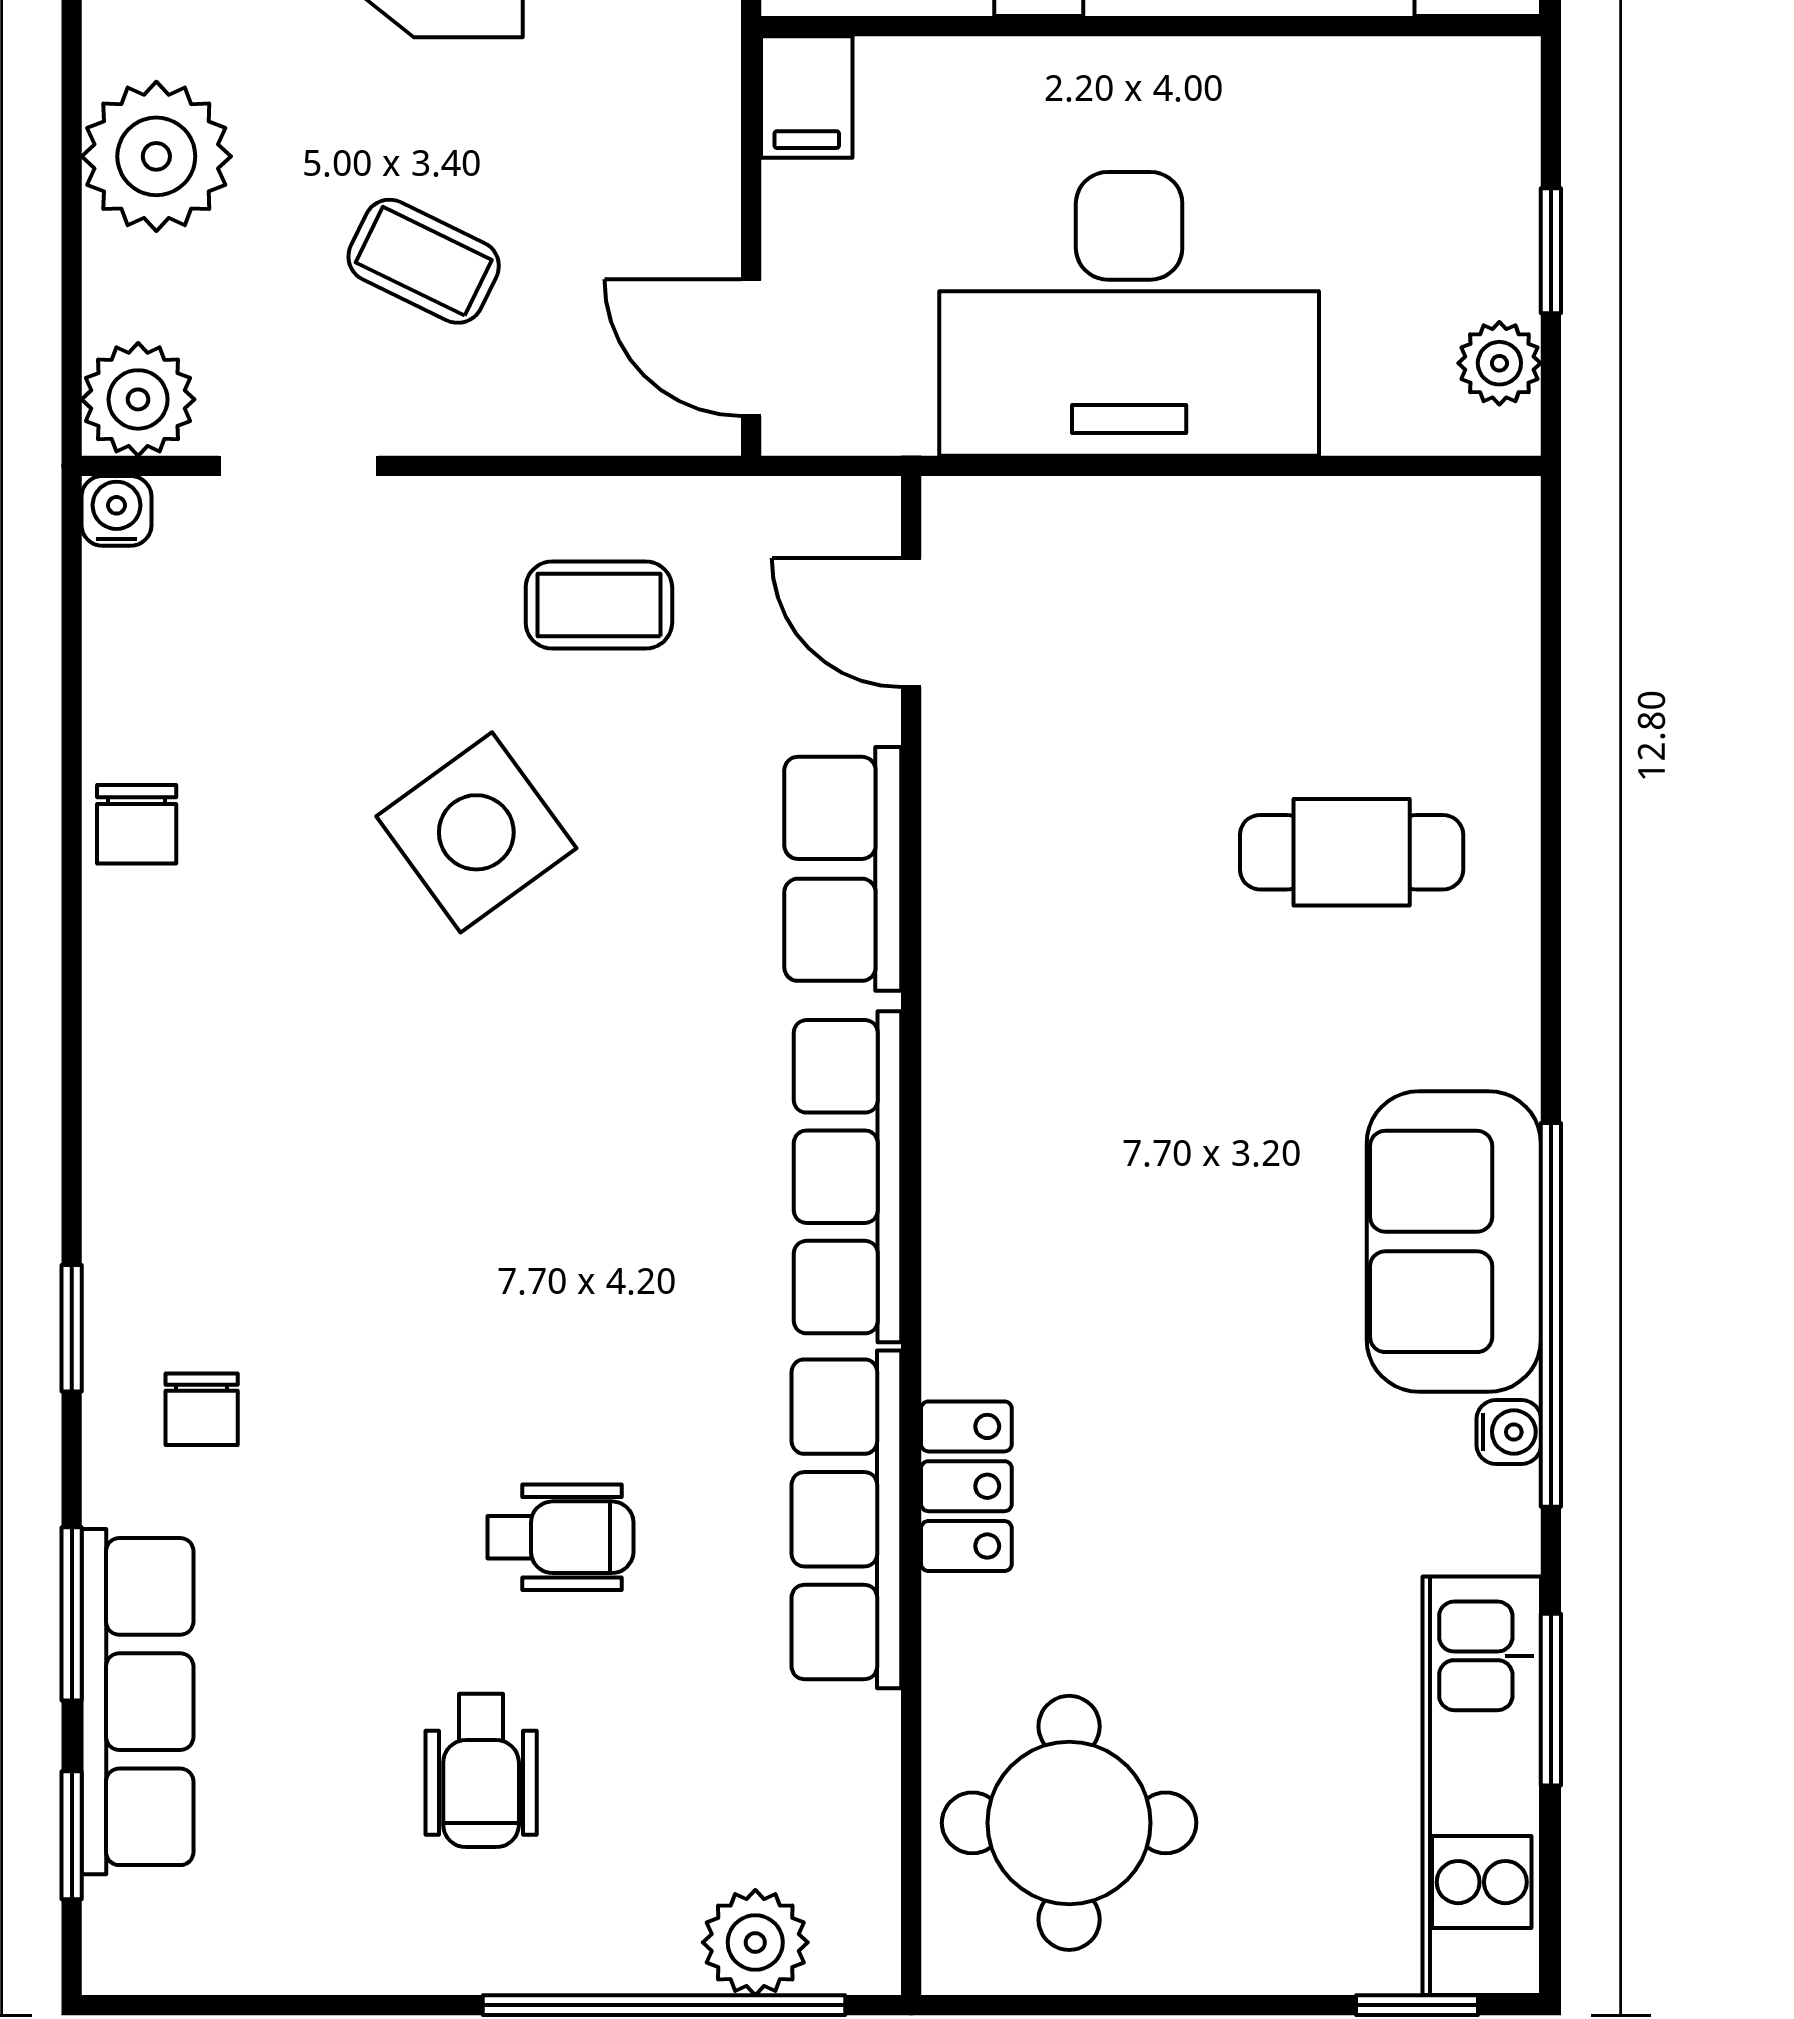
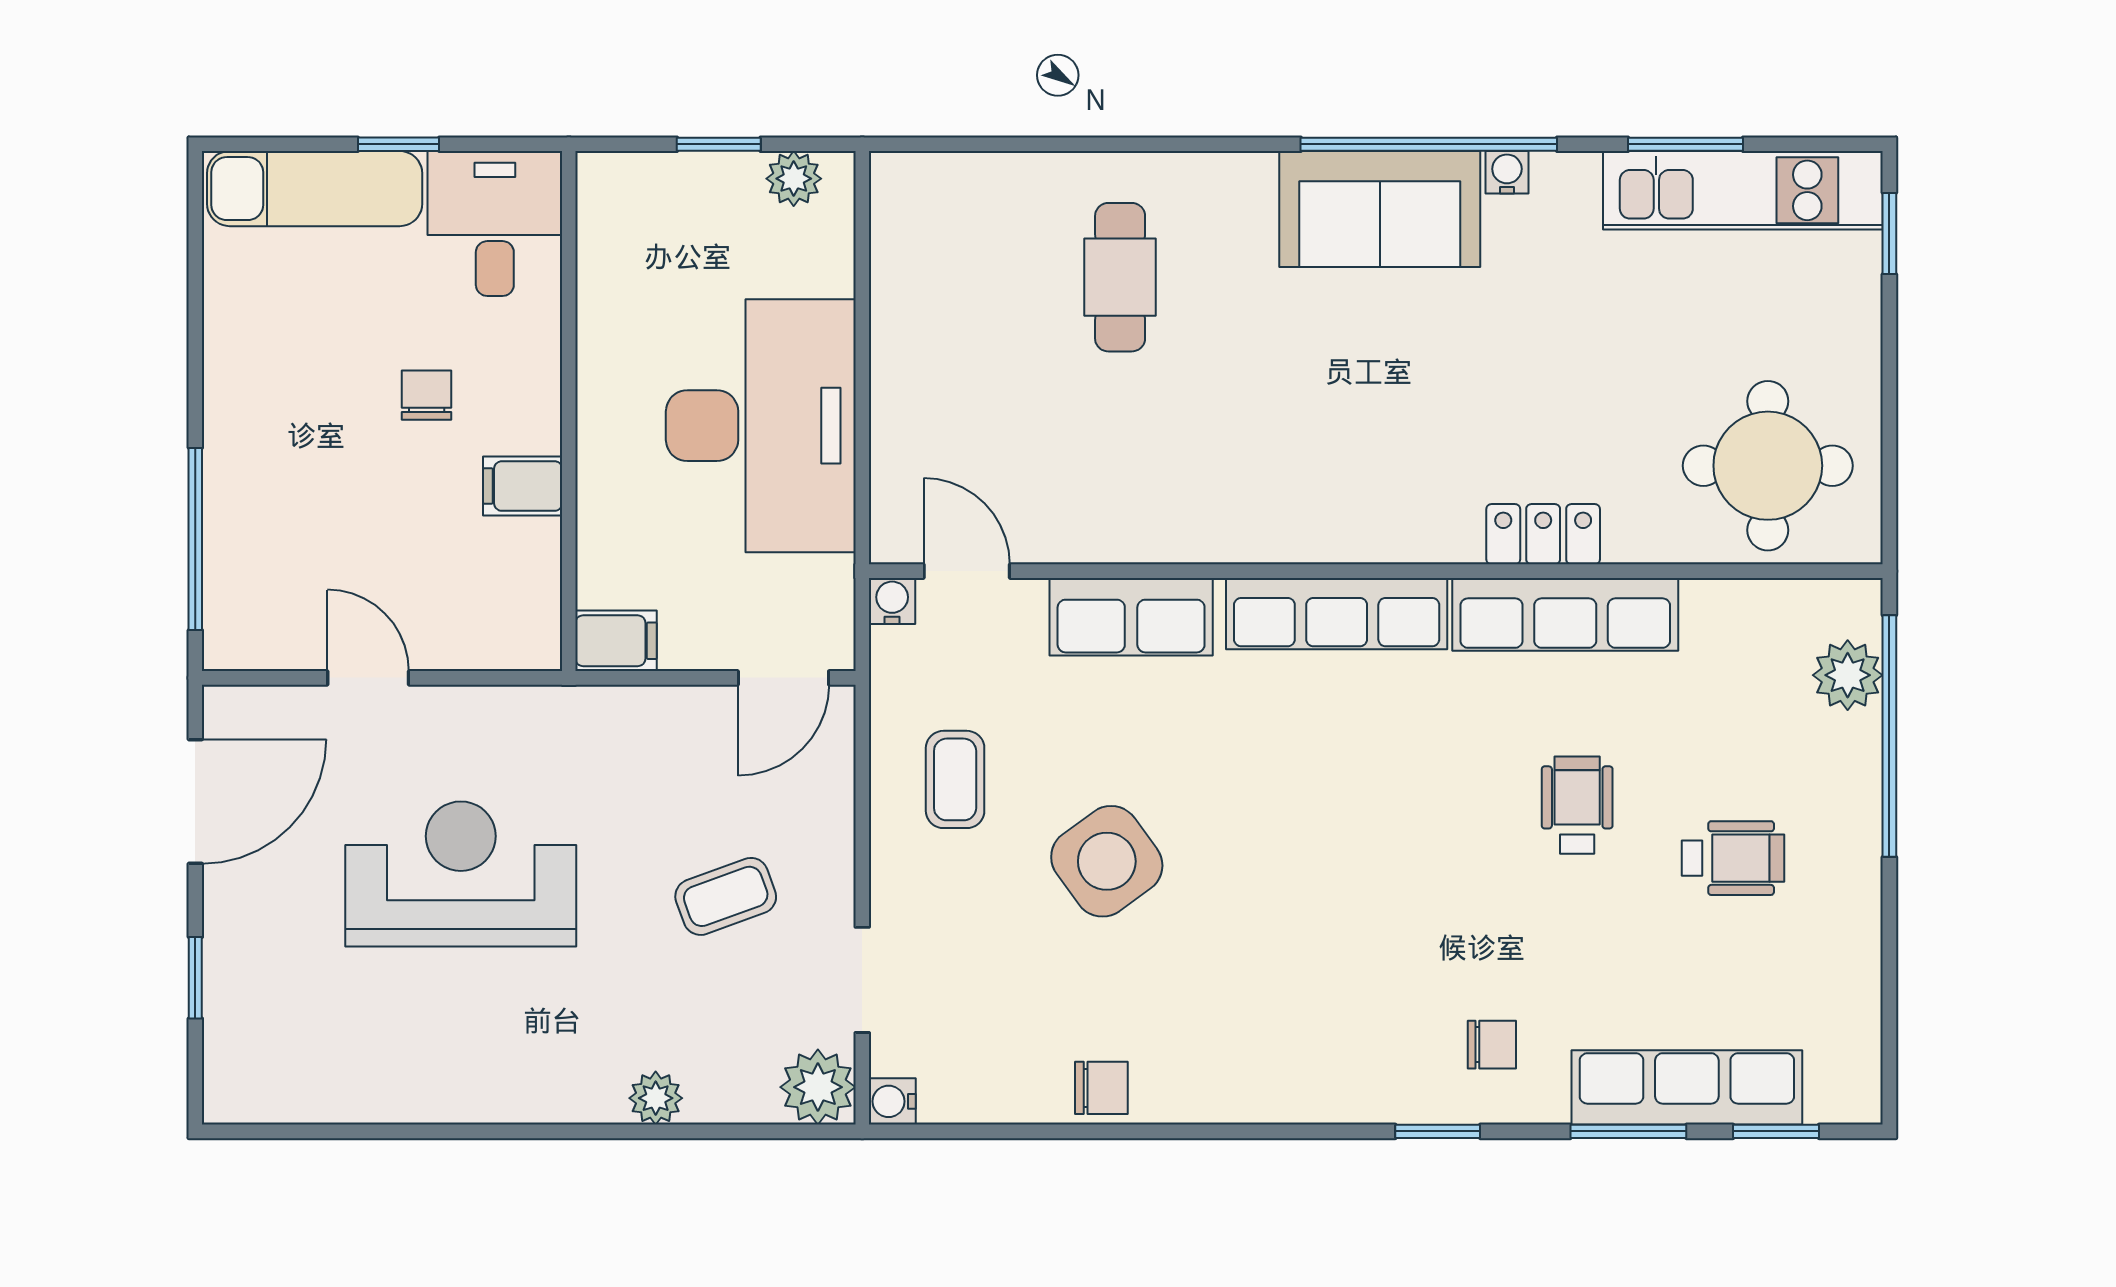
plant: (156, 156) -> (656, 1098), width x0.53, depth x0.53
coffee table: (424, 261) -> (726, 896), turned 44
water cooler: (866, 511) -> (892, 601), added
door: (911, 622) -> (967, 571), swing flipped

